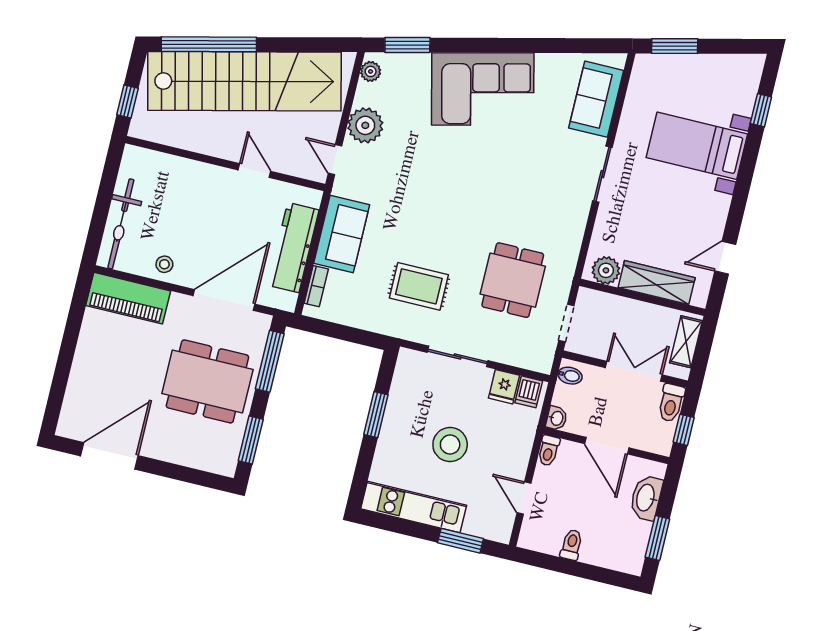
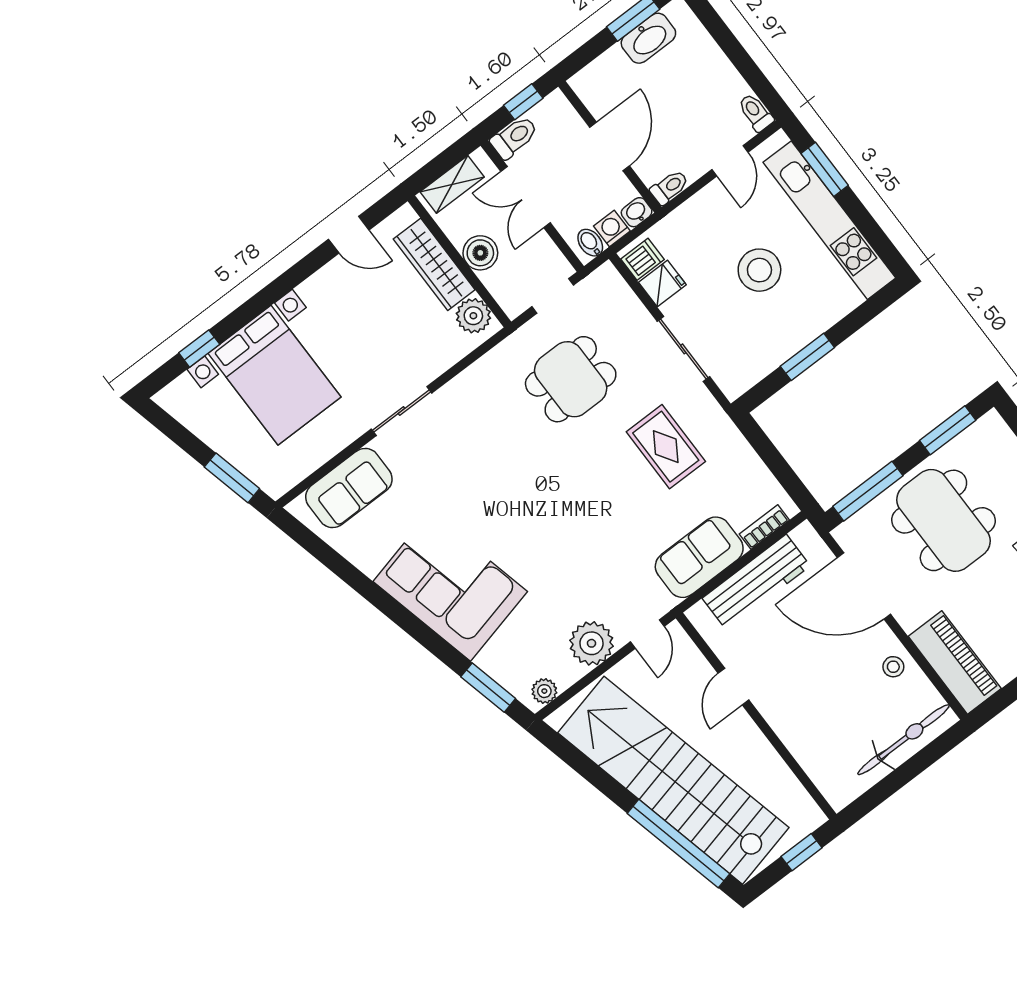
bed with nightstands: (697, 146) -> (274, 375), width x1.36
boiler: (634, 313) -> (480, 253), added
washing machine: (564, 395) -> (612, 228), added
washbasin: (646, 498) -> (648, 38), moved
kitchen unit: (414, 507) -> (829, 220), width x1.36
toilet: (571, 545) -> (756, 113), moved, turned 90

